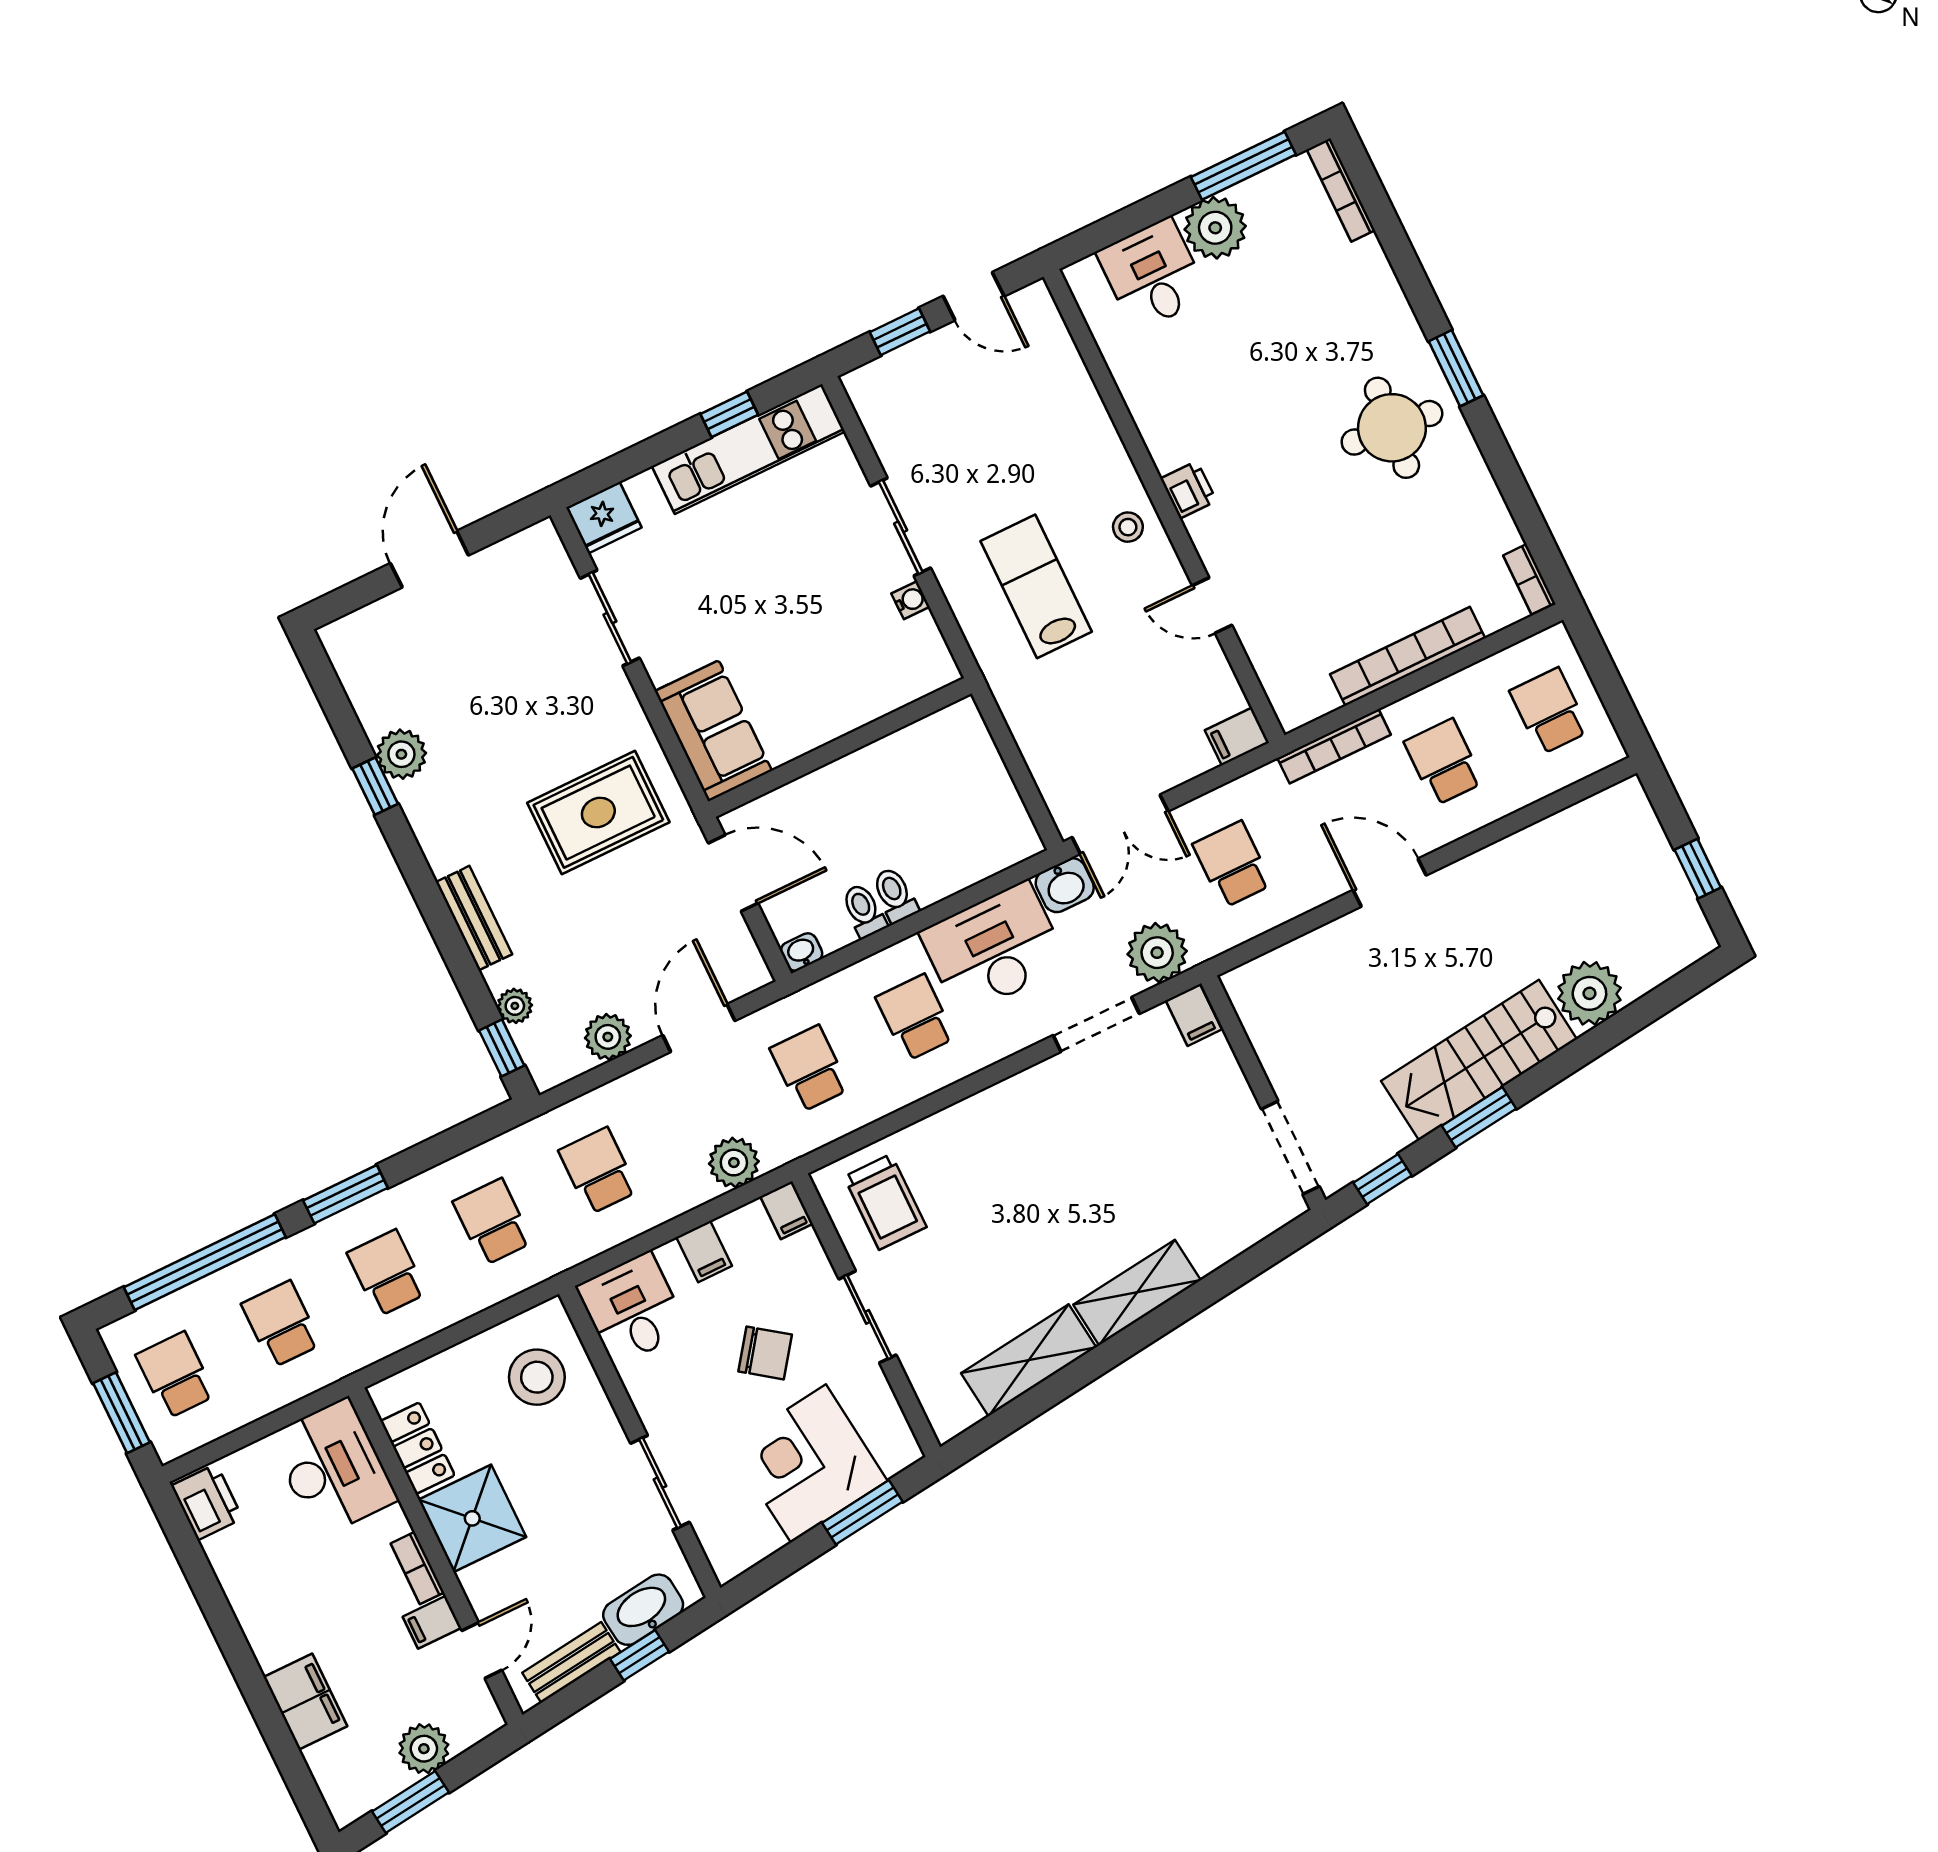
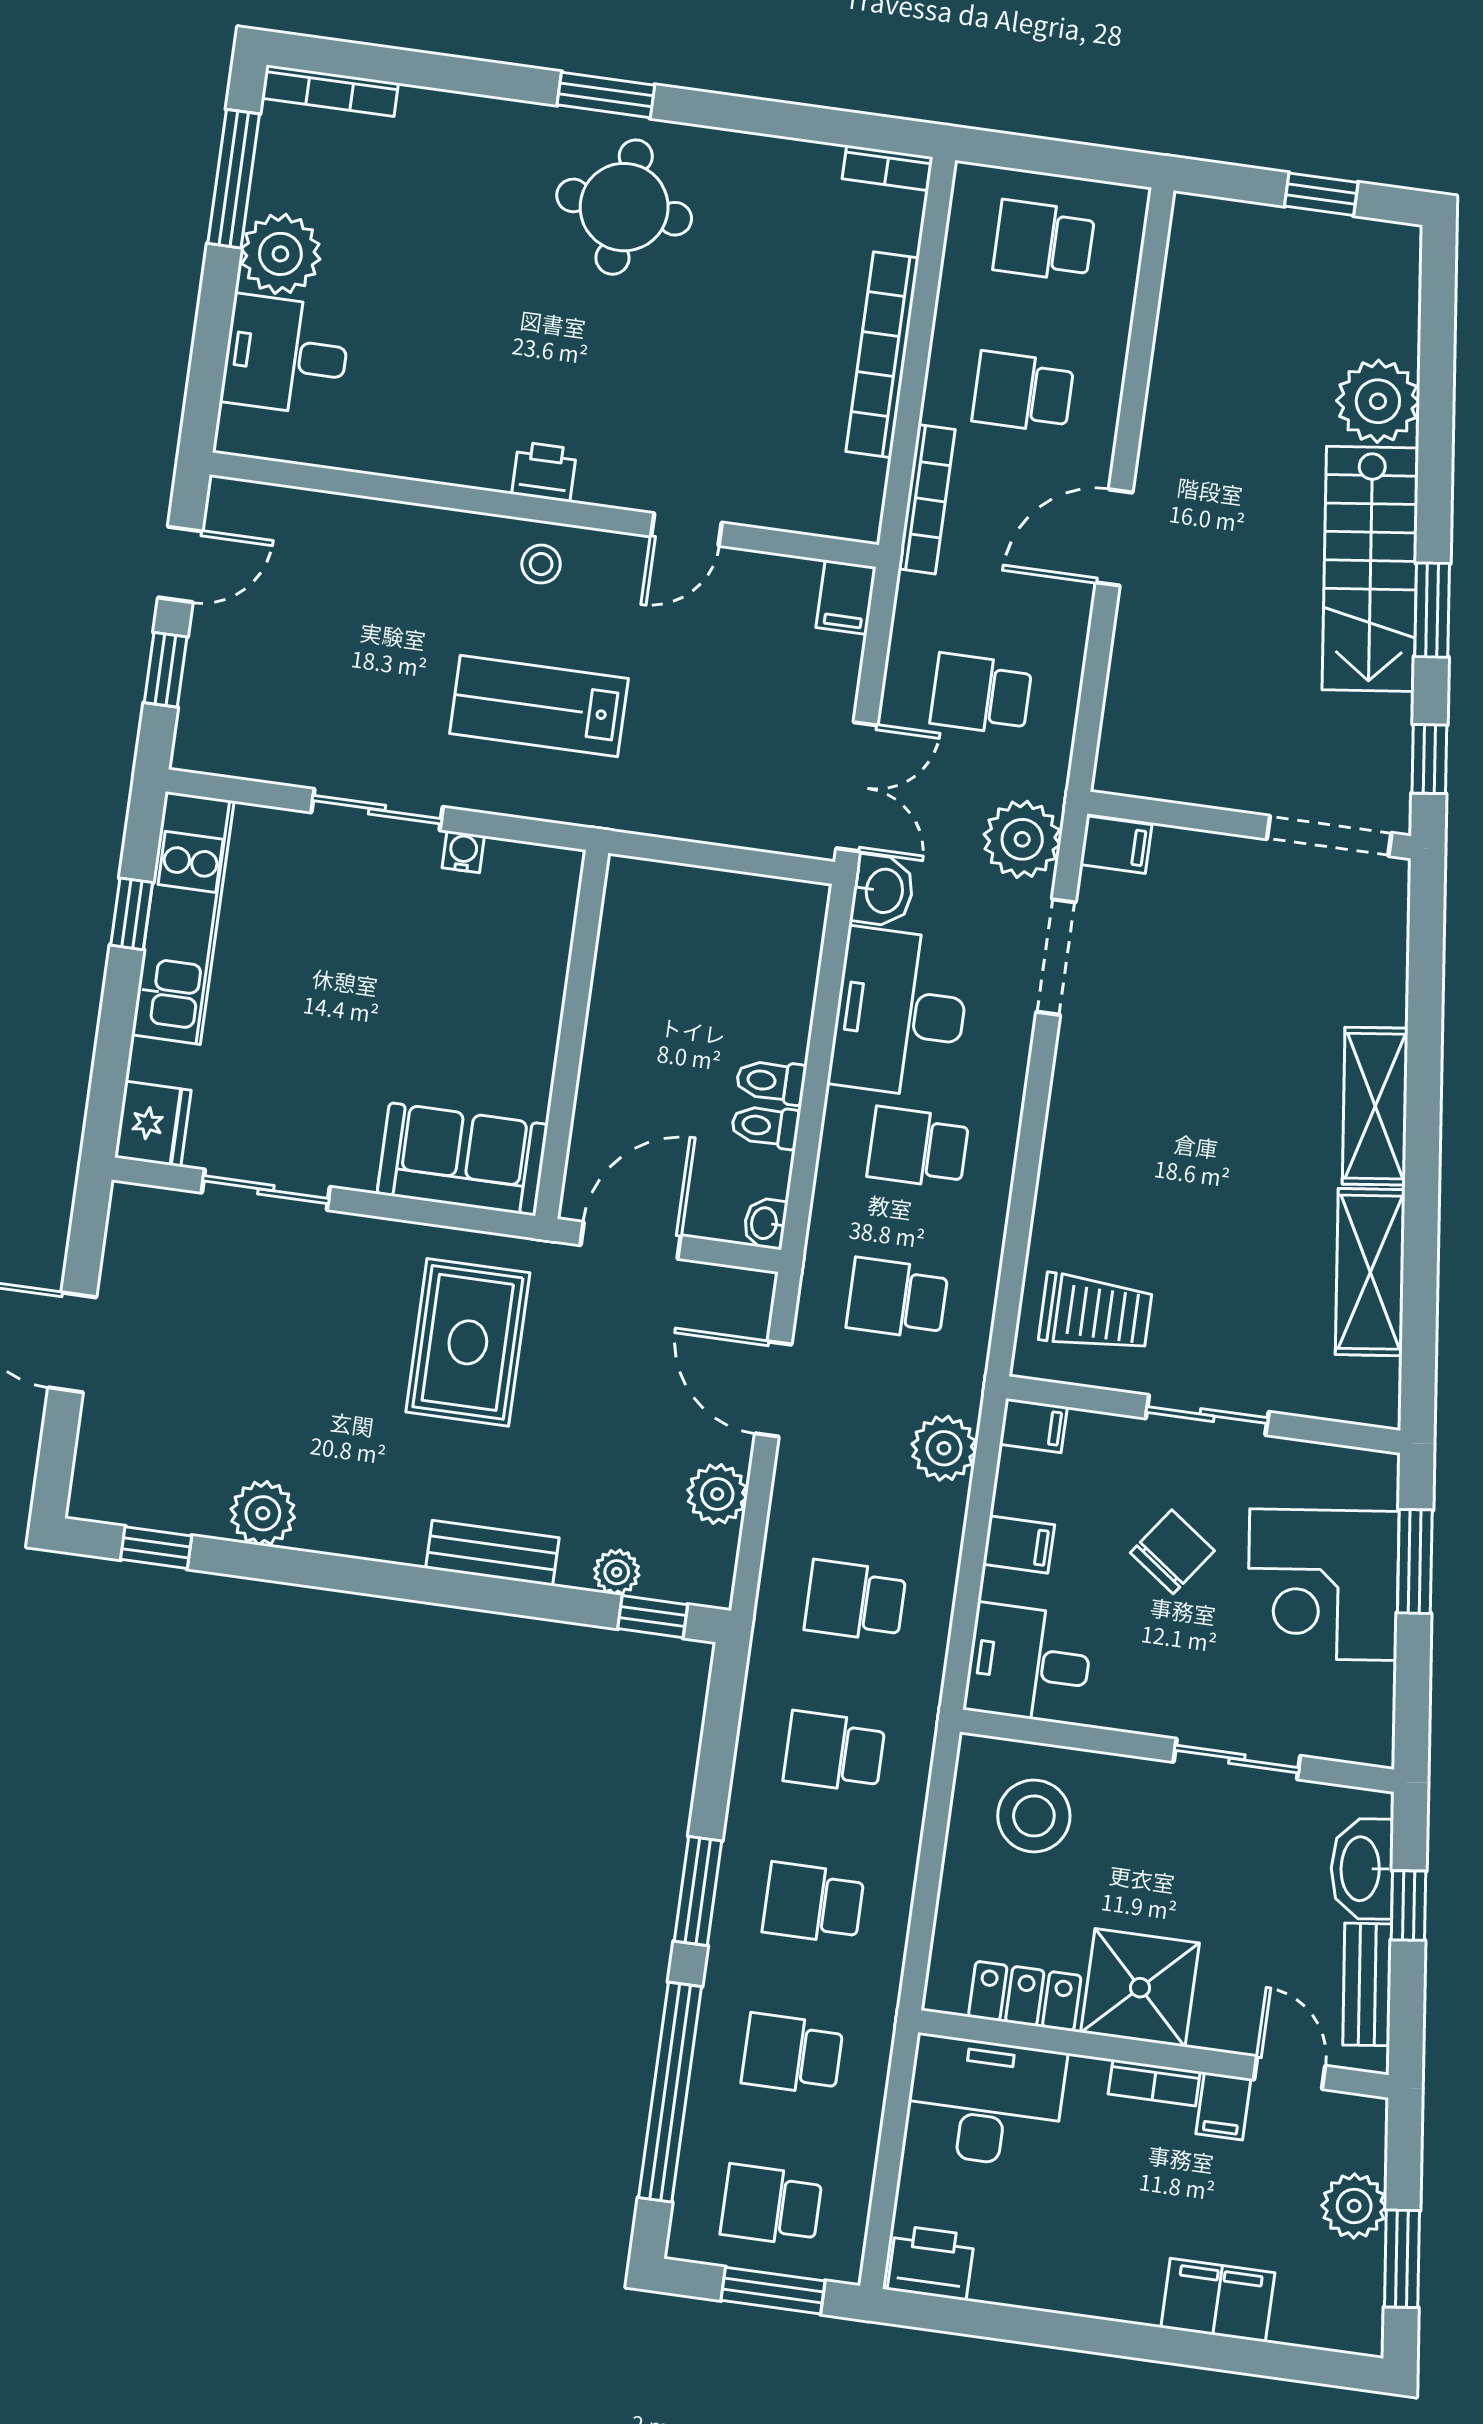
window: (375, 786) -> (156, 1548), moved

